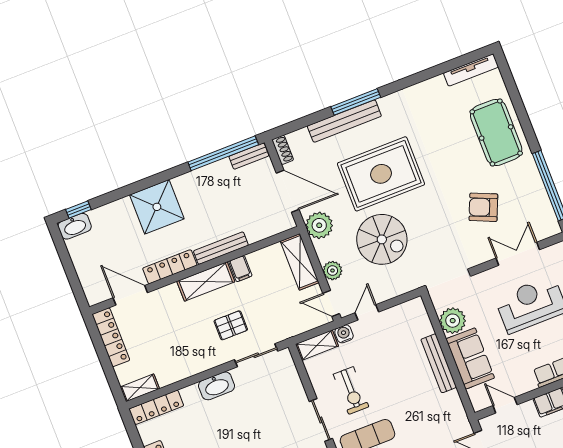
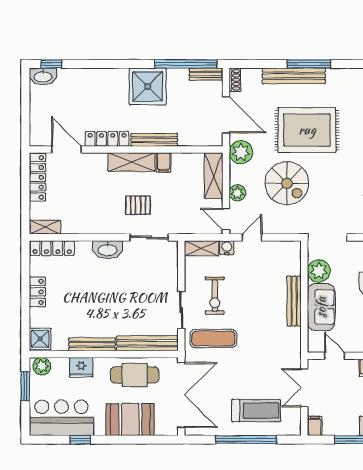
shower: (157, 207) -> (148, 86), moved

